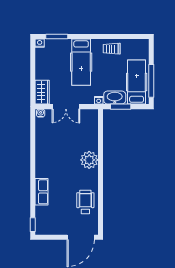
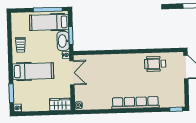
double door: (66, 107) -> (72, 73), moved
plant: (89, 160) -> (118, 62), removed
row of seats: (42, 192) -> (135, 103), width x2.02

